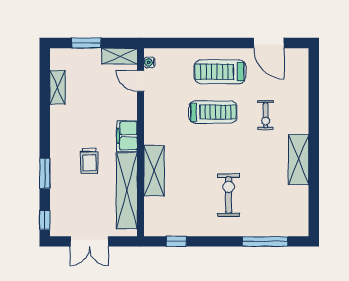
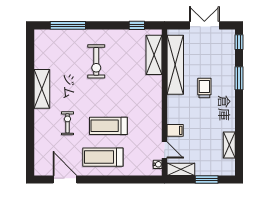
treadmill: (220, 72) -> (103, 157), turned 180
filing cabinet: (127, 136) -> (175, 130), moved, width x0.50
shelving: (154, 171) -> (154, 55), moved

